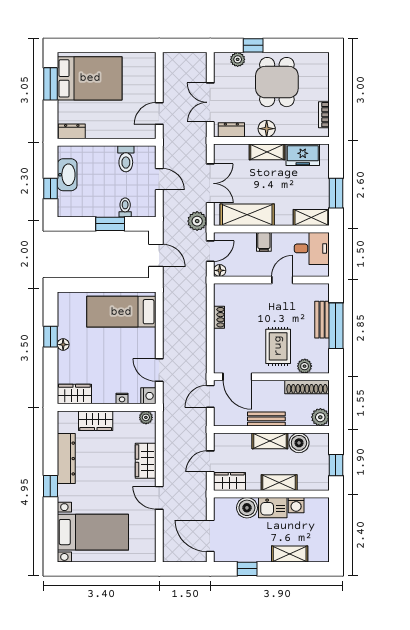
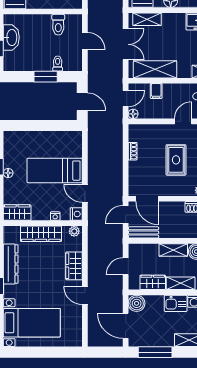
shelving: (267, 152) -> (147, 19), moved
plant: (197, 221) -> (115, 74), removed
filing cabinet: (264, 242) -> (156, 91), moved
bed: (121, 312) -> (55, 171), moved
rug: (278, 346) -> (176, 160), moved
bench: (266, 419) -> (144, 232), moved
wardrobe: (96, 421) -> (41, 234), width x1.50
wardrobe: (229, 481) -> (153, 282), moved
boiler: (247, 508) -> (137, 303), moved
window: (247, 569) -> (155, 352), width x2.17

